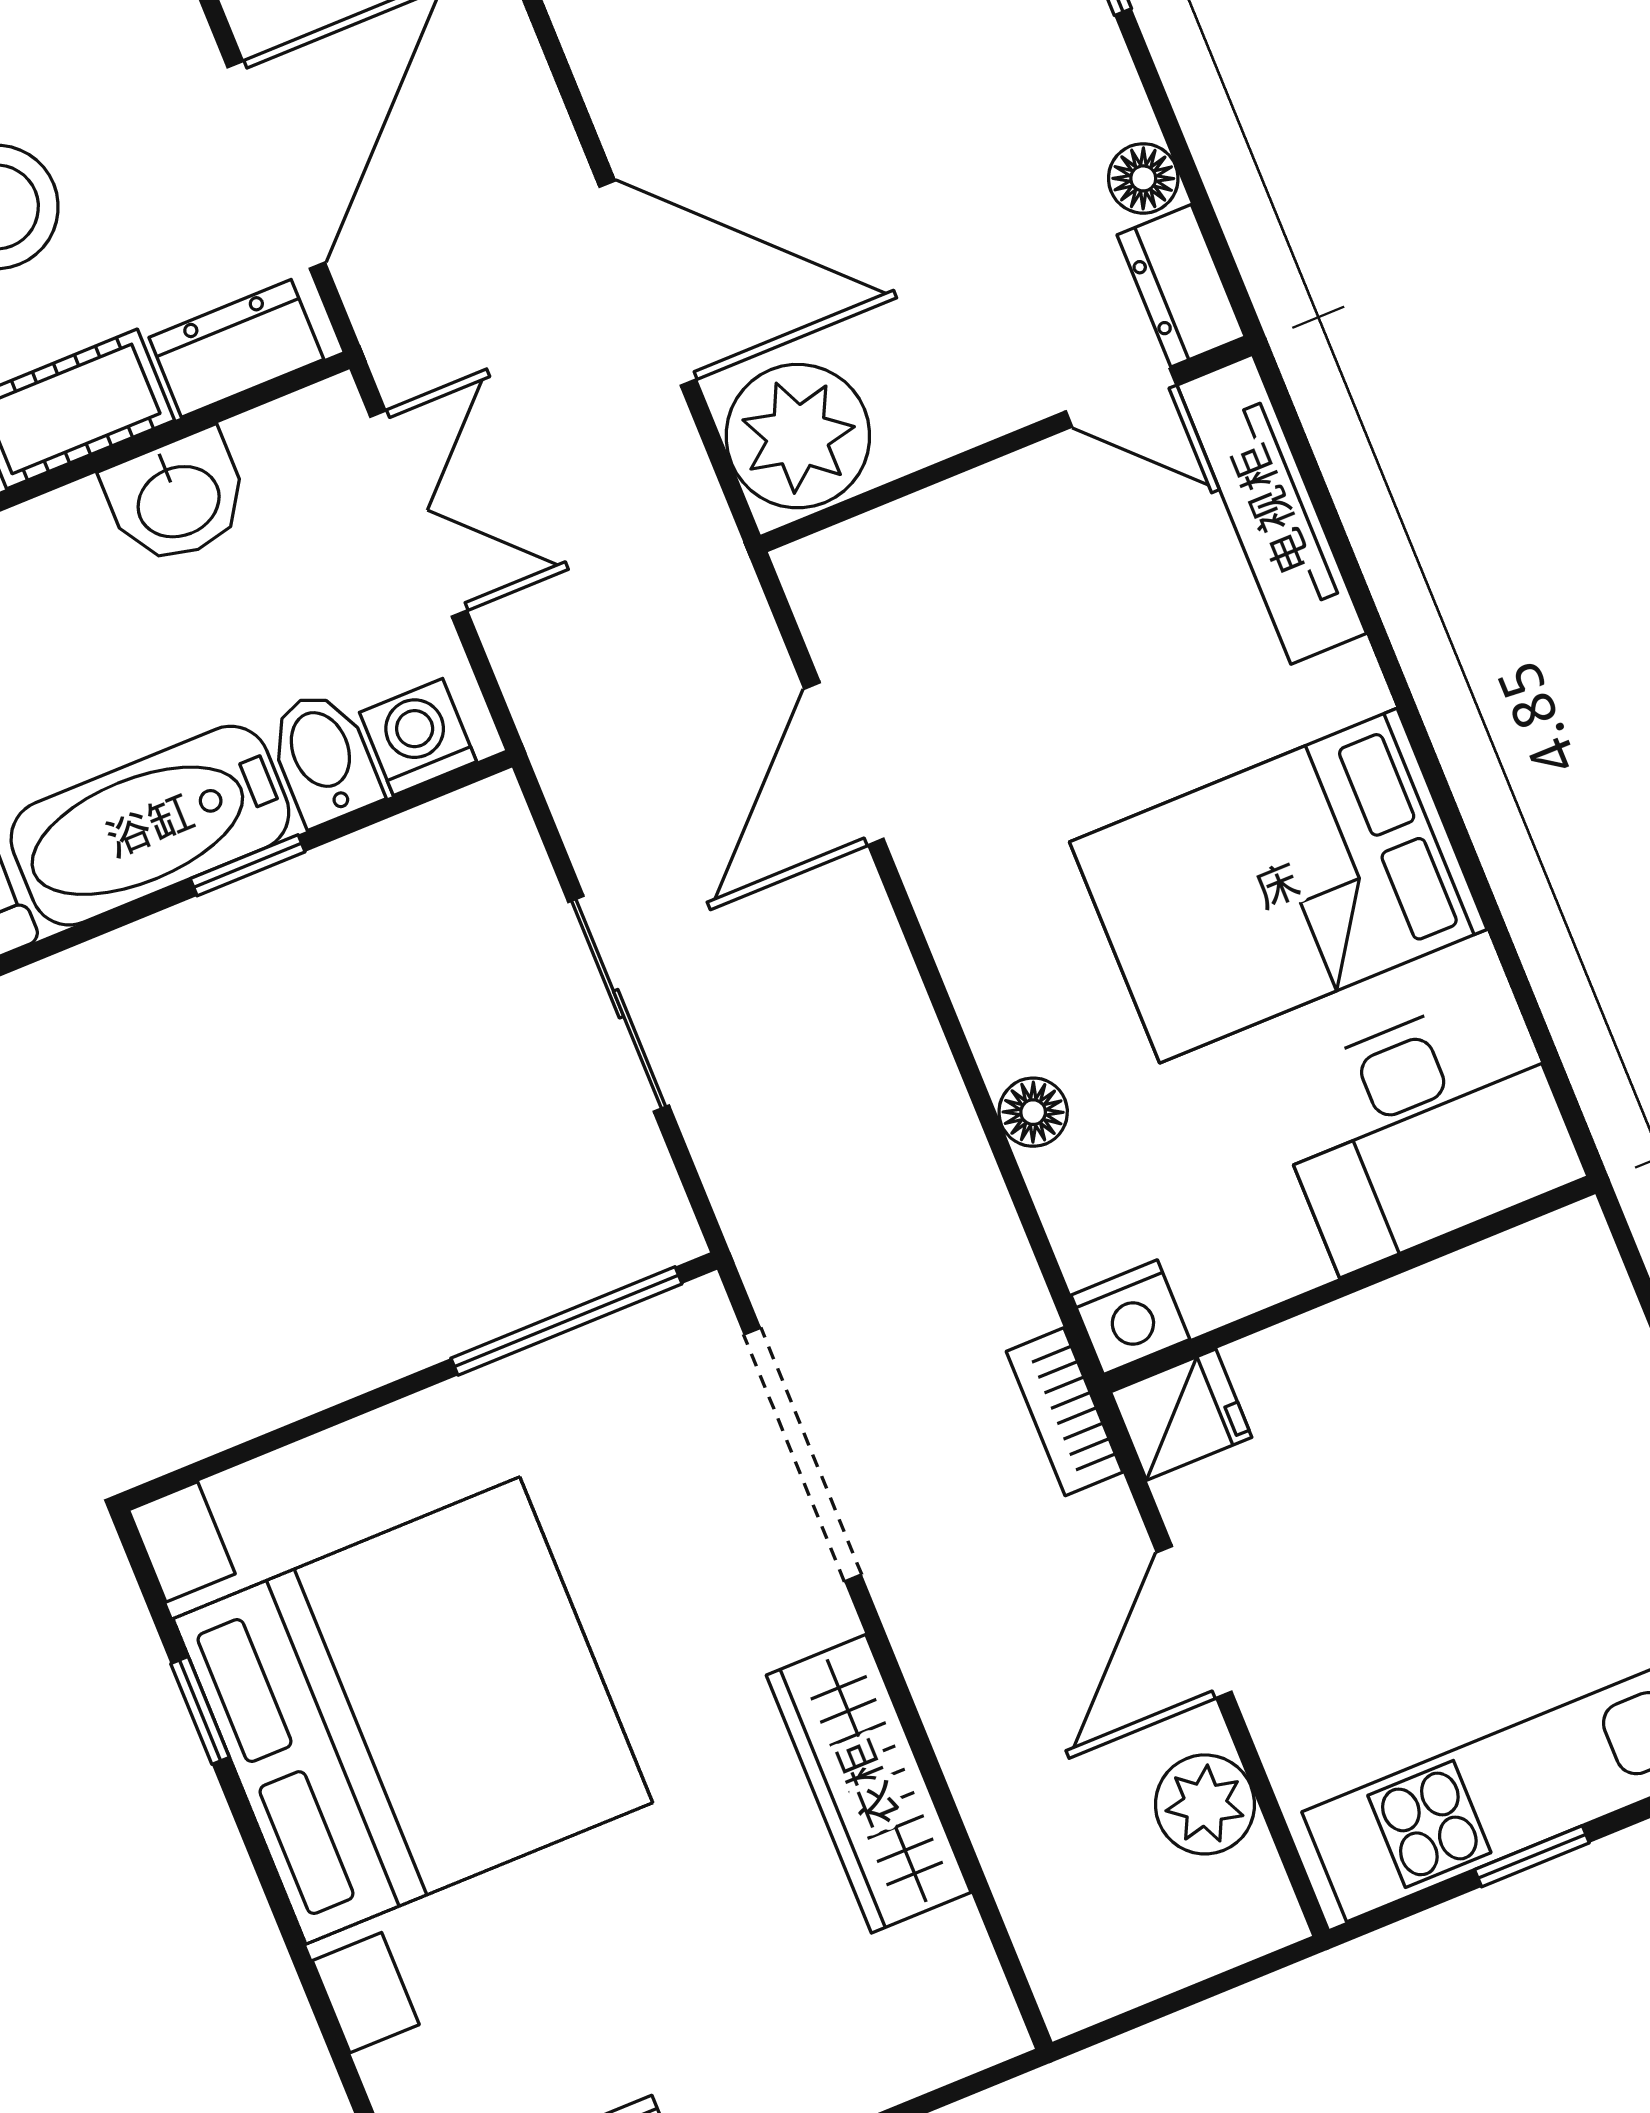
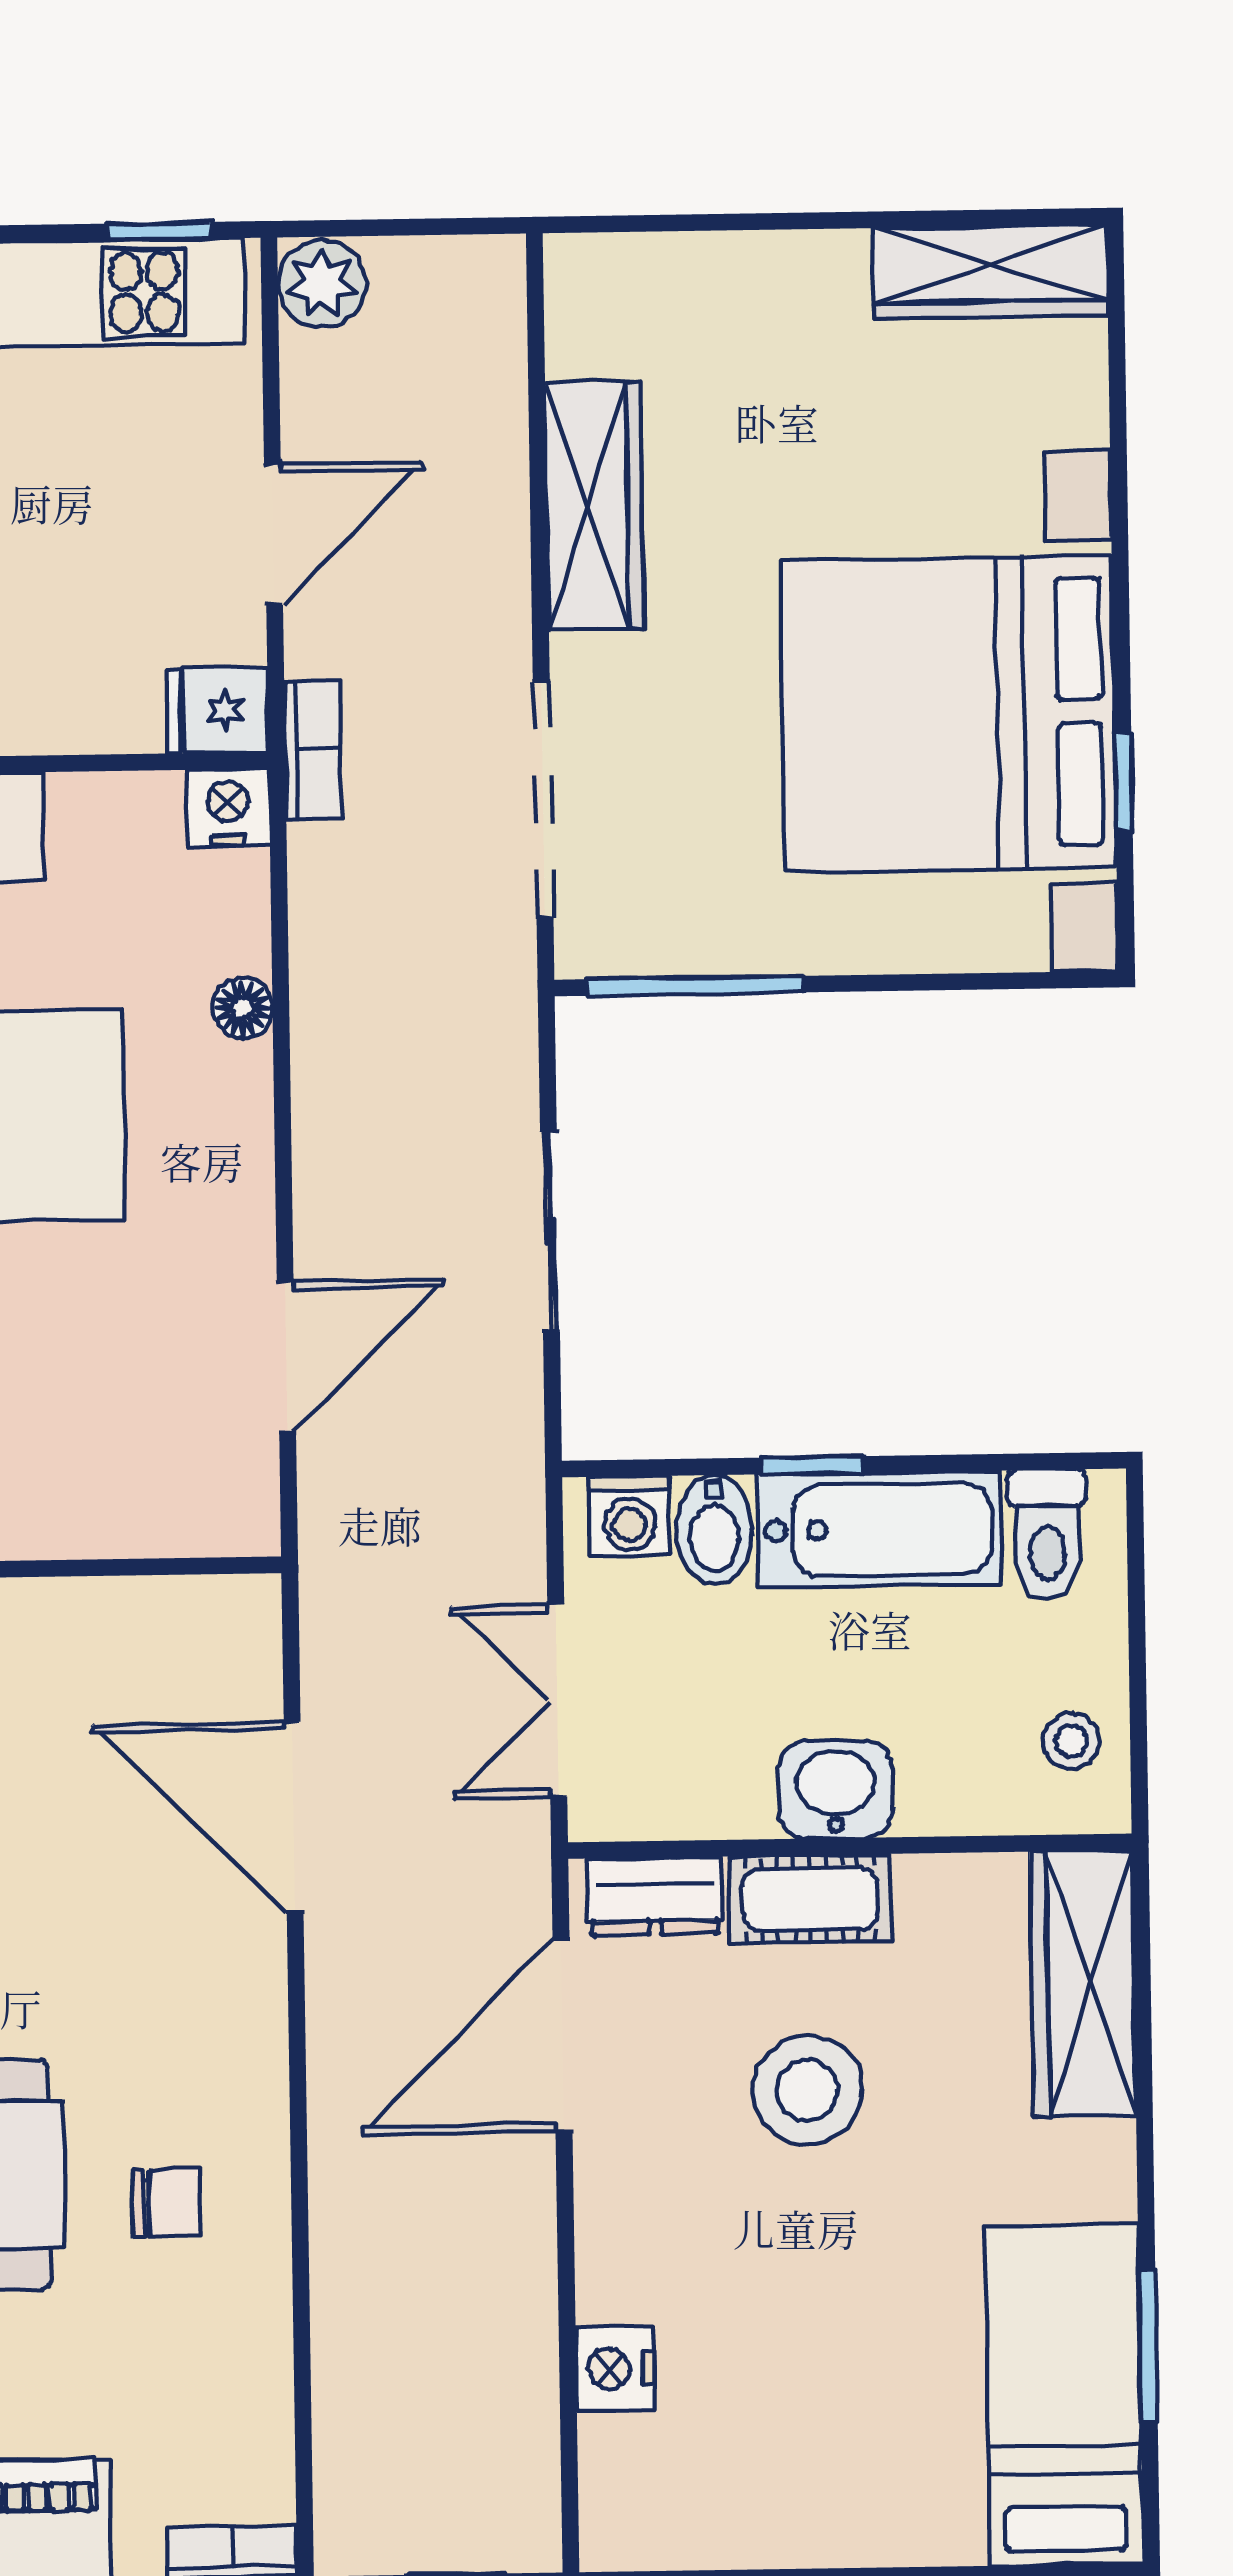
plant: (798, 436) -> (219, 1643), removed
washbasin: (177, 499) -> (836, 1789), moved
plant: (1205, 1804) -> (322, 284), moved
window: (1532, 1856) -> (159, 231), moved

